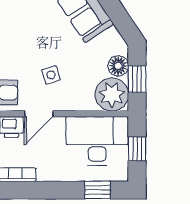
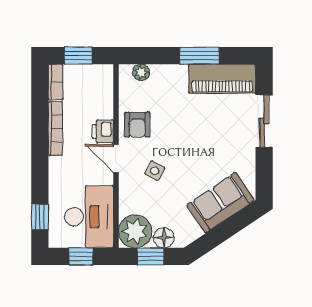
side table: (51, 75) -> (155, 171), turned 45

